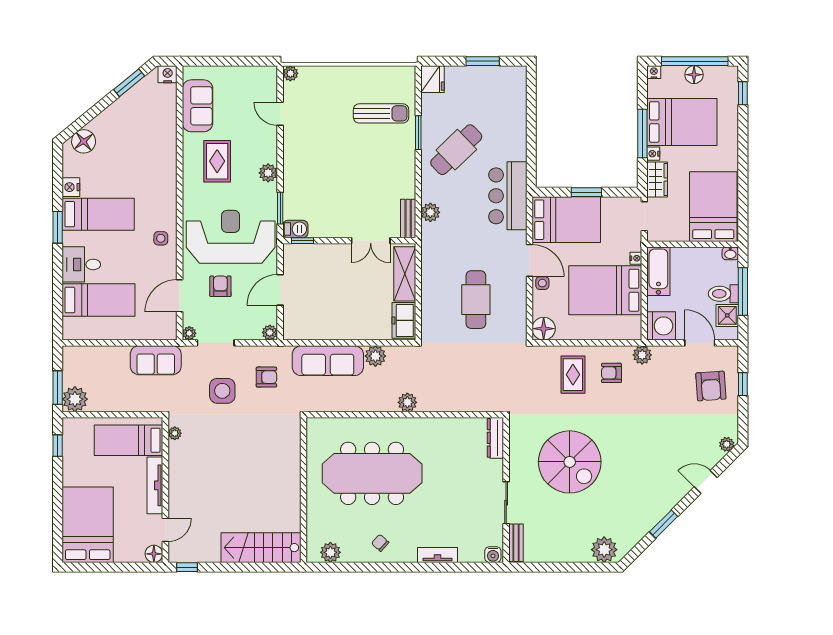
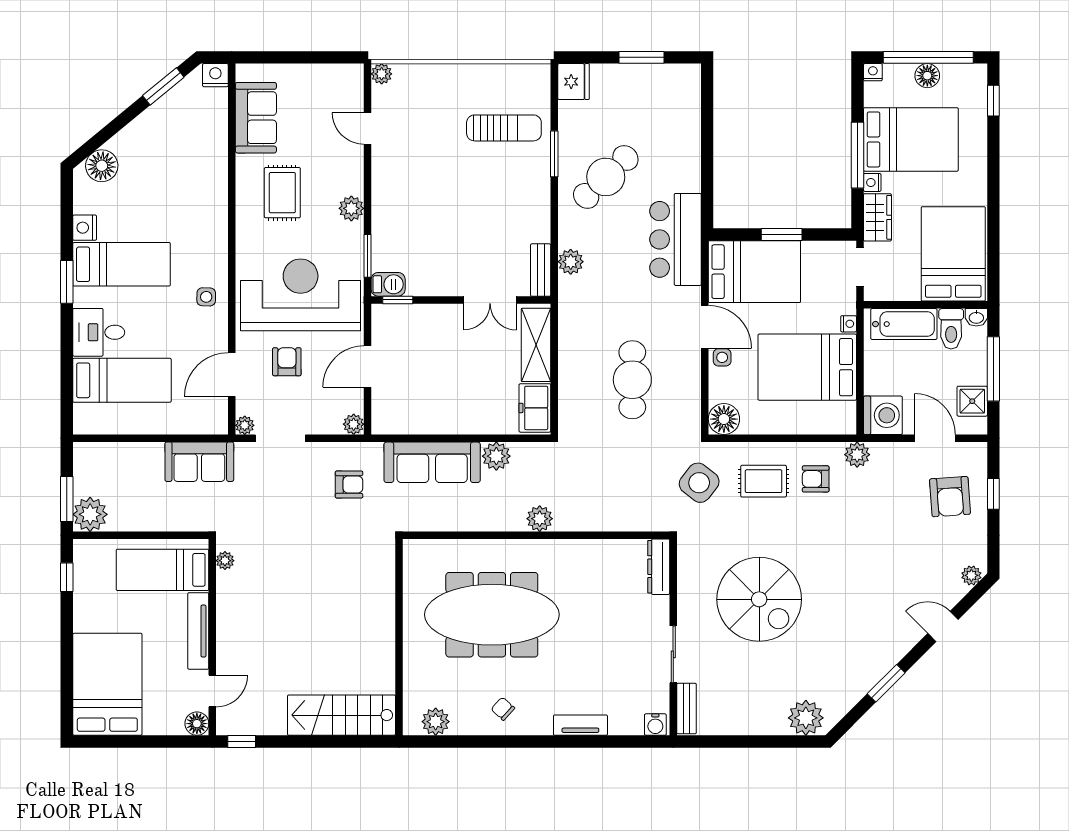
bathtub: (658, 271) -> (904, 324), moved, turned 90
toilet: (723, 294) -> (951, 329), moved, turned -90
rug: (573, 375) -> (764, 481), turned 90
side table: (222, 391) -> (699, 483), moved, turned 38

